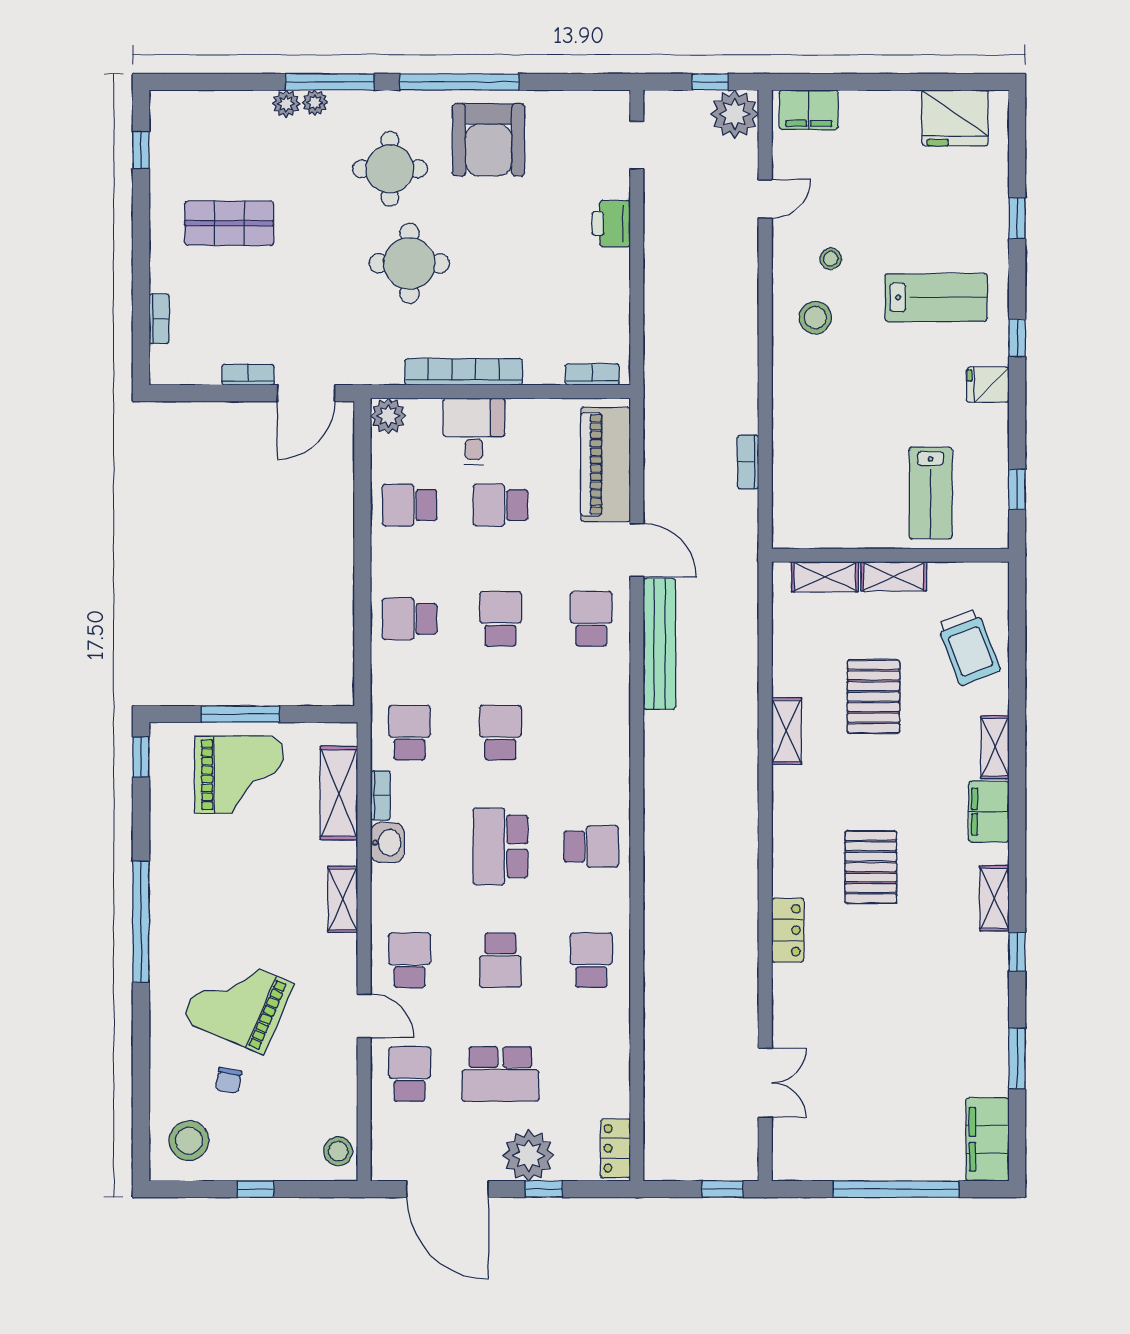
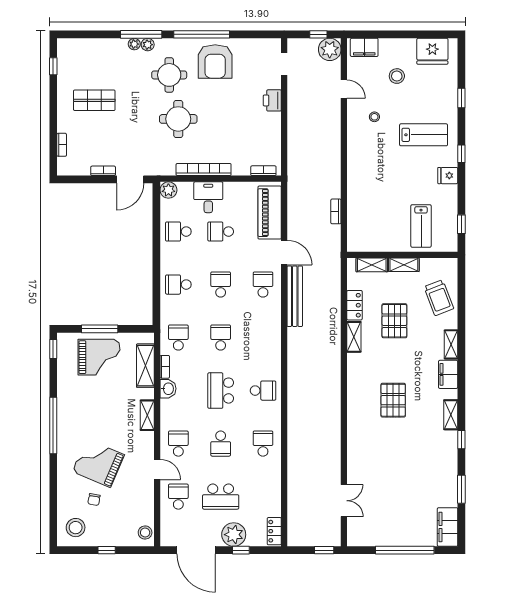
plant: (286, 104) -> (148, 45), moved
door: (765, 199) -> (344, 89), hinge flipped
stool: (815, 318) -> (397, 76), moved
locker: (788, 930) -> (355, 305), moved

